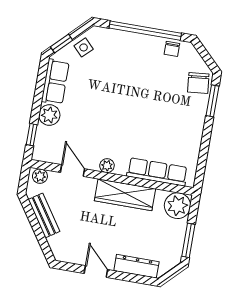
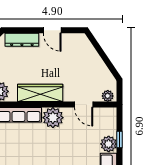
window: (32, 135) -> (120, 140), moved
plant: (107, 166) -> (53, 118), width x1.87, depth x1.87
bench: (44, 215) -> (99, 66), removed

